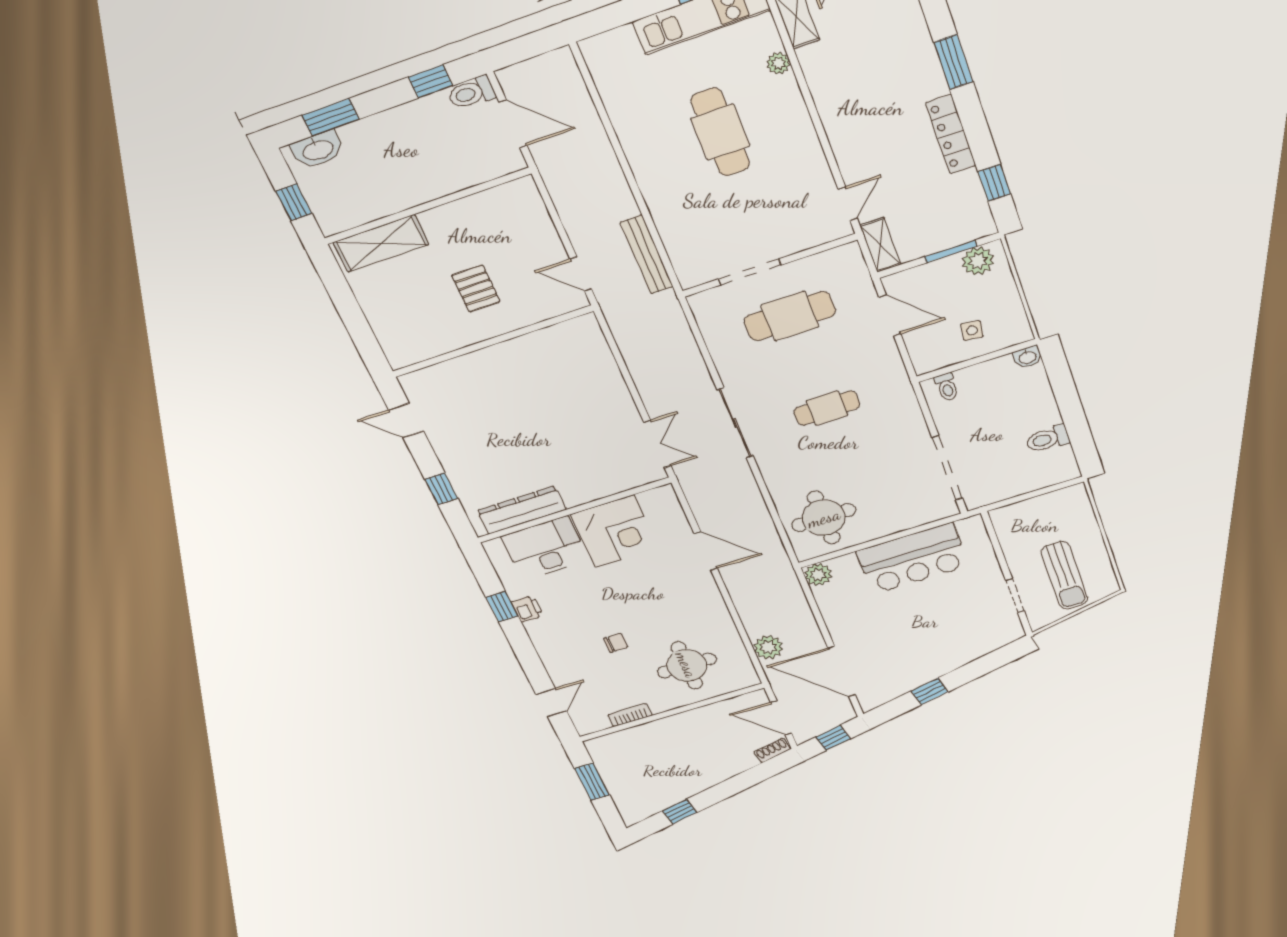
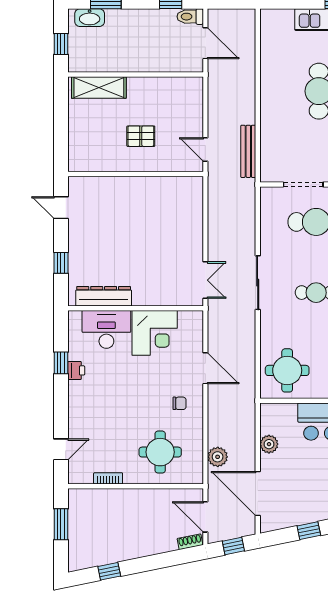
pallet: (476, 288) -> (141, 136), turned 90
plant: (818, 575) -> (269, 444), moved
chair: (616, 643) -> (180, 403), moved

